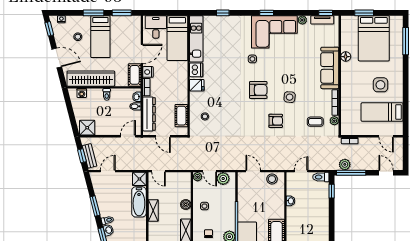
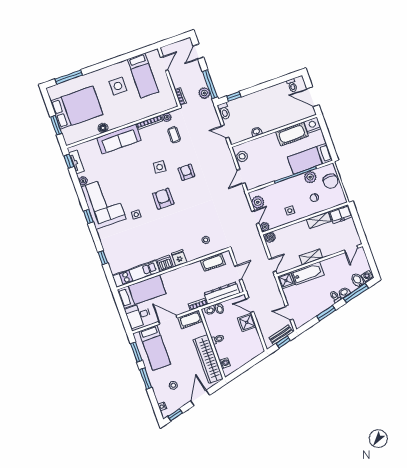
bed: (100, 37) -> (155, 348), moved, turned 90
nightstand: (148, 72) -> (183, 308), removed
shower: (87, 128) -> (247, 322), moved
boiler: (186, 205) -> (270, 237), moved

